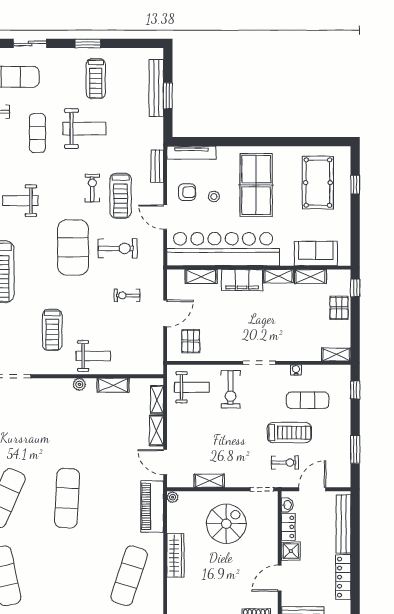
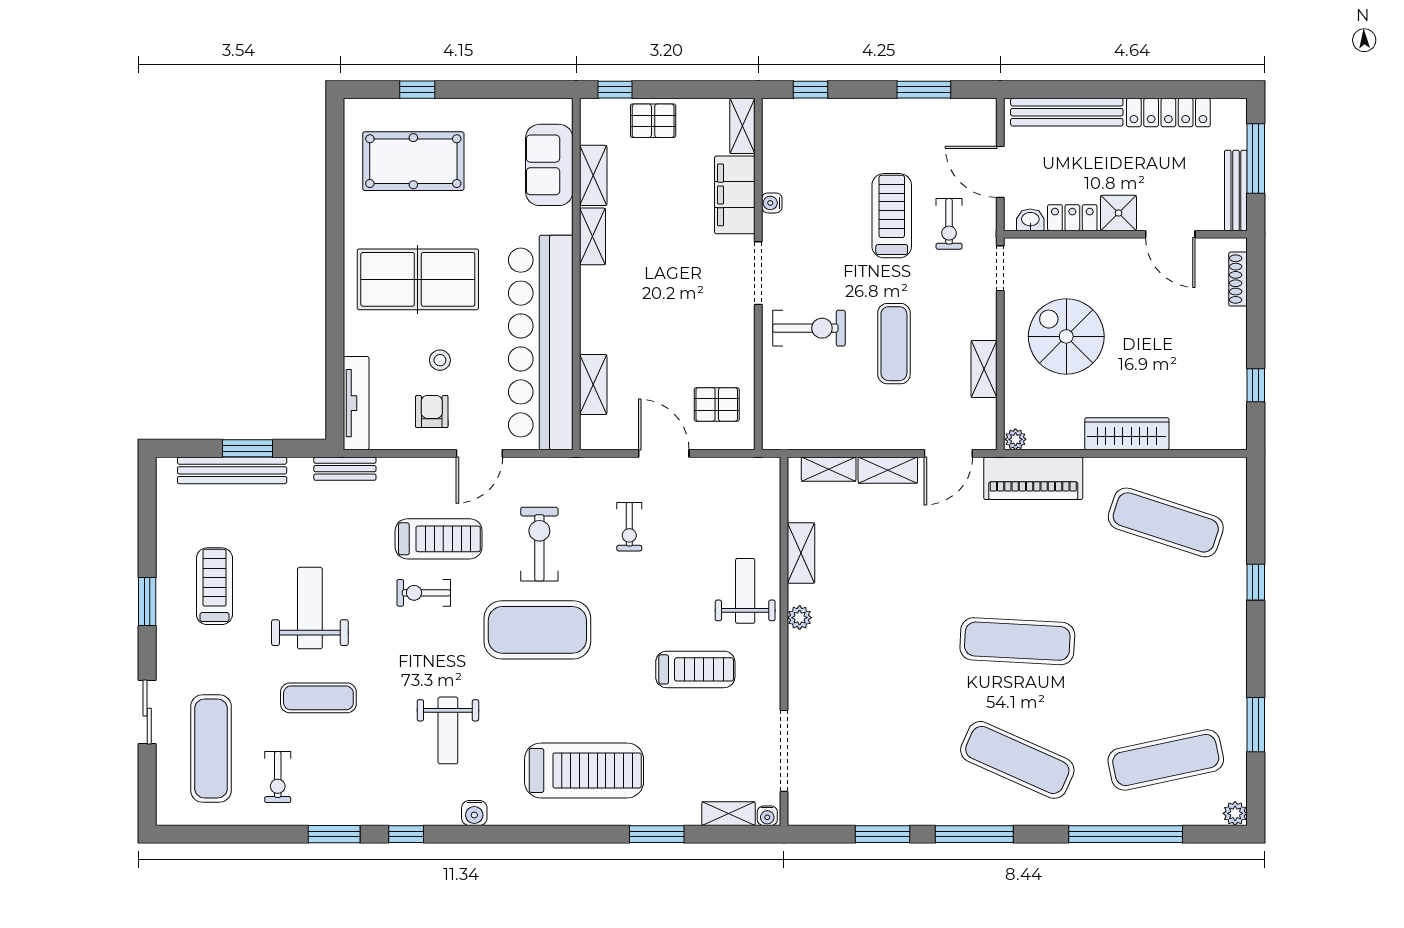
treadmill: (96, 79) -> (214, 586), turned -90
bench: (157, 166) -> (345, 469), moved
filing cabinet: (242, 280) -> (735, 195), moved, turned 180
weight bench: (192, 387) -> (805, 402), removed
exercise mat: (308, 400) -> (894, 344), moved
exercise bike: (285, 462) -> (949, 224), turned 180

